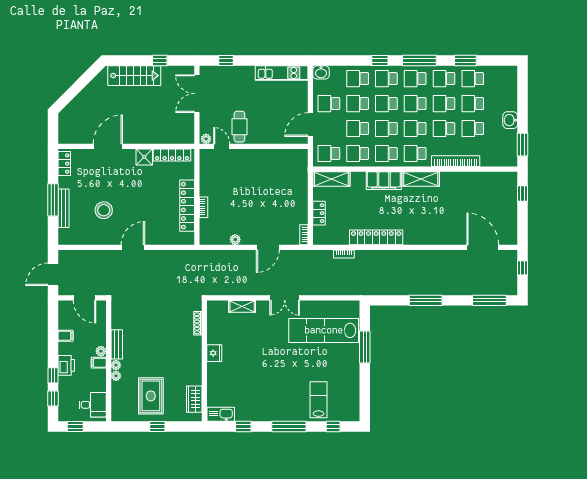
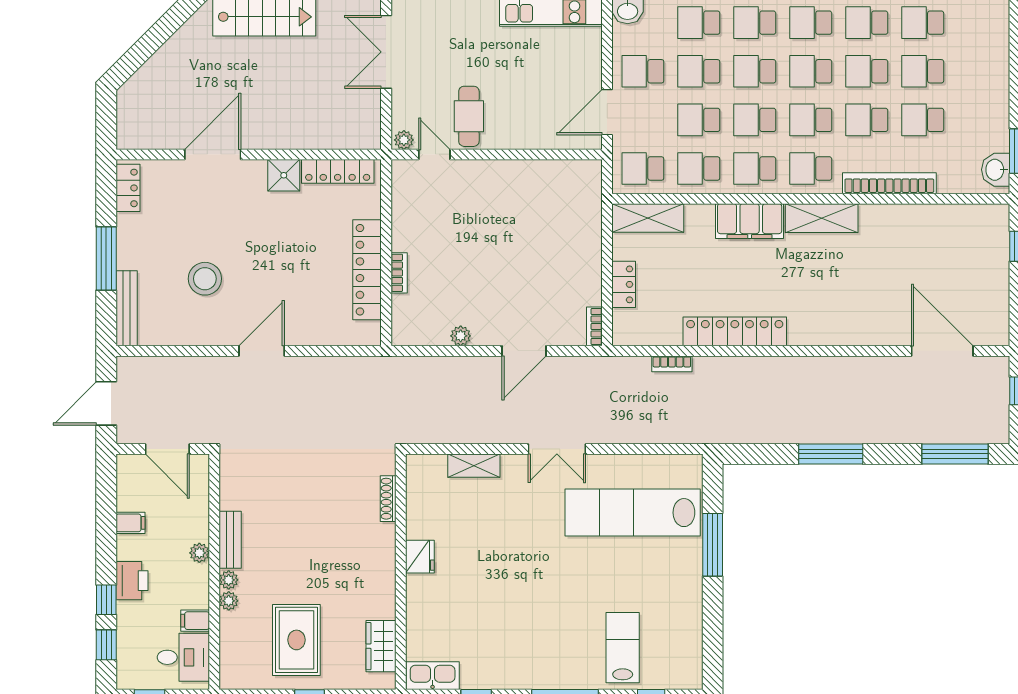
washbasin: (510, 120) -> (996, 170), moved
bench: (63, 208) -> (127, 308), moved
filing cabinet: (99, 363) -> (195, 621), moved

